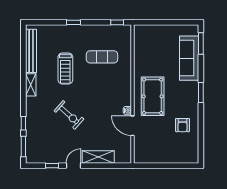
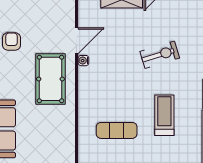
exercise bike: (69, 115) -> (160, 55), turned 121
door: (133, 126) -> (77, 41), hinge flipped

